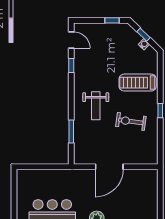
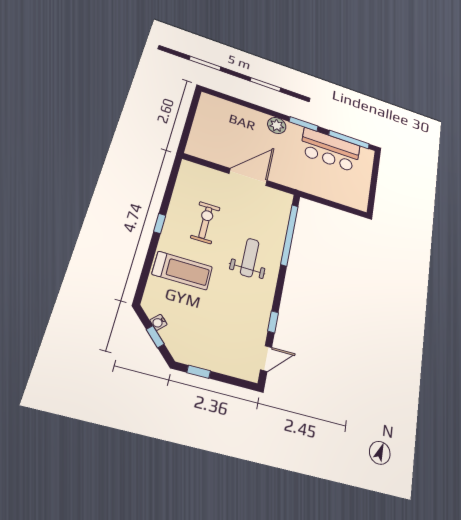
door: (71, 40) -> (266, 358), swing flipped
exercise bike: (131, 121) -> (205, 223), turned -98
window: (71, 132) -> (289, 235), width x2.11

